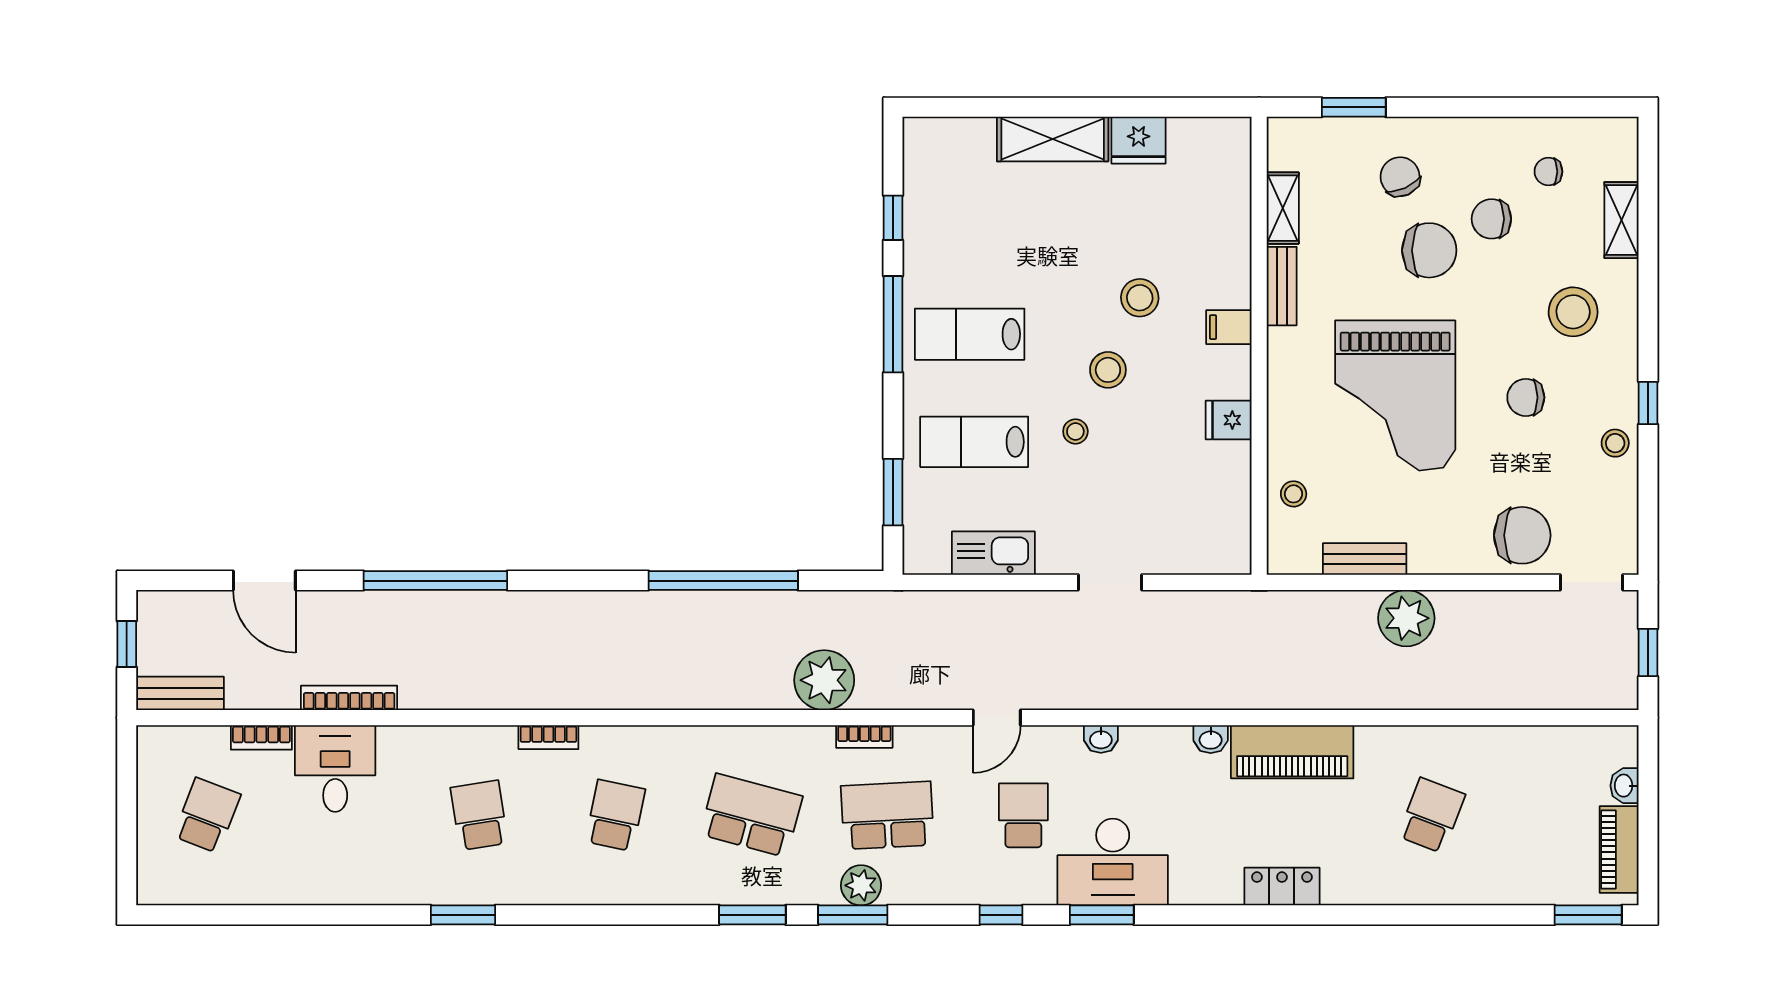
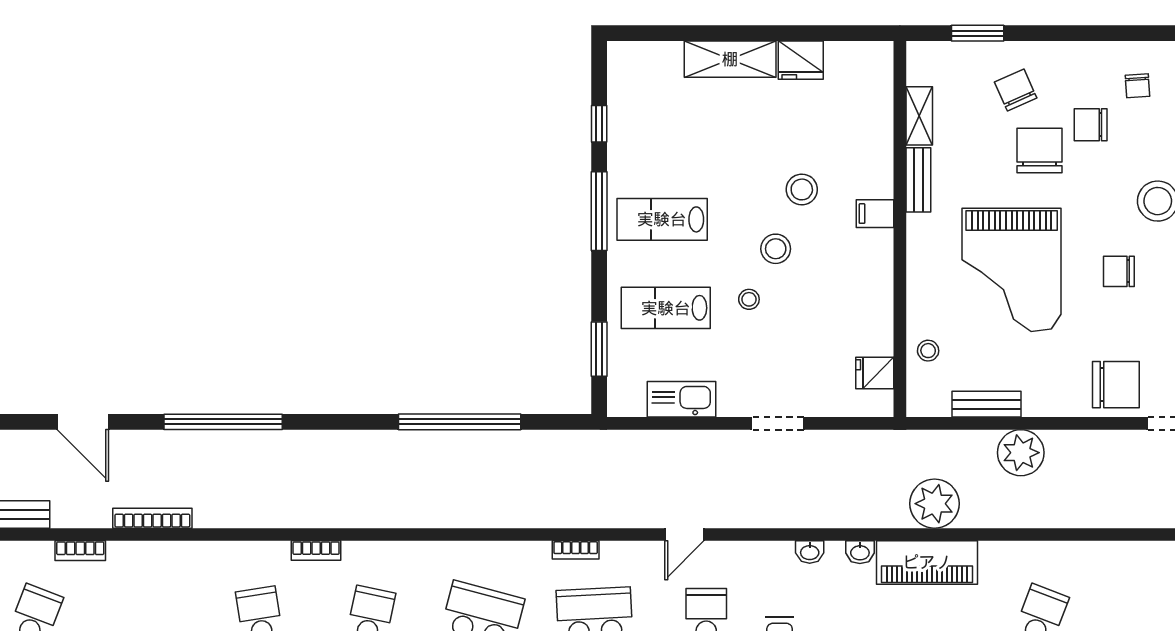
chair: (1548, 172) -> (1137, 86), turned -94
chair: (1429, 250) -> (1040, 151), turned -90
fridge: (1229, 420) -> (875, 373), moved
plant: (824, 680) -> (934, 504), moved
washbasin: (1101, 739) -> (810, 552), moved
desk: (335, 769) -> (141, 576), removed

